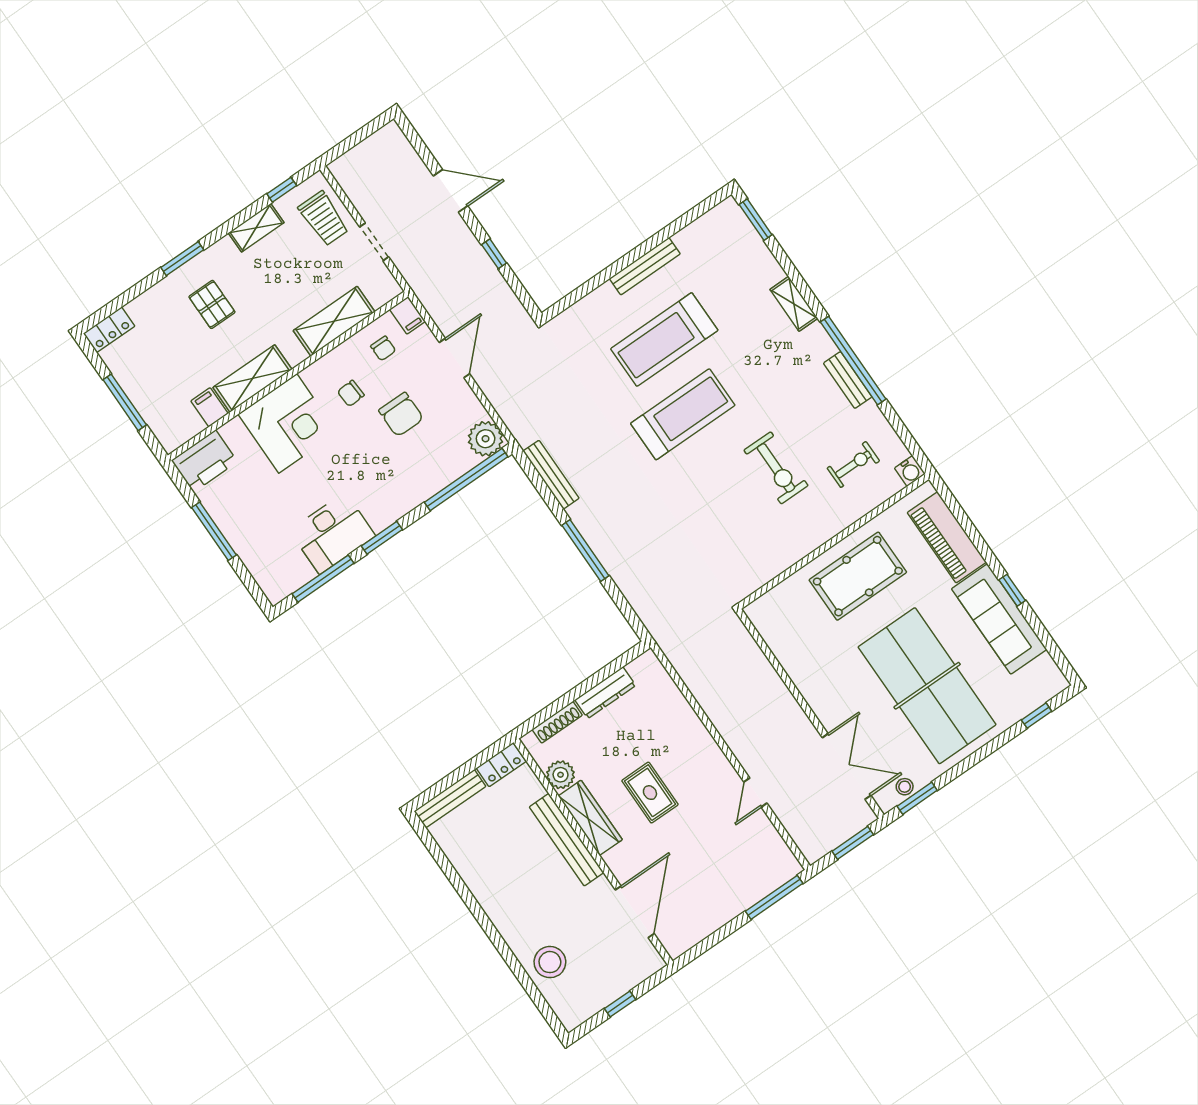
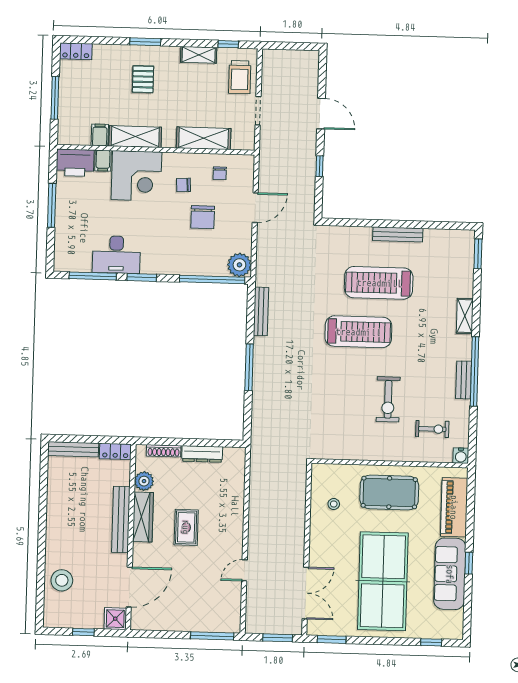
filing cabinet: (407, 315) -> (103, 161), moved
stool: (905, 787) -> (334, 504), moved
shower: (646, 961) -> (115, 619), added

